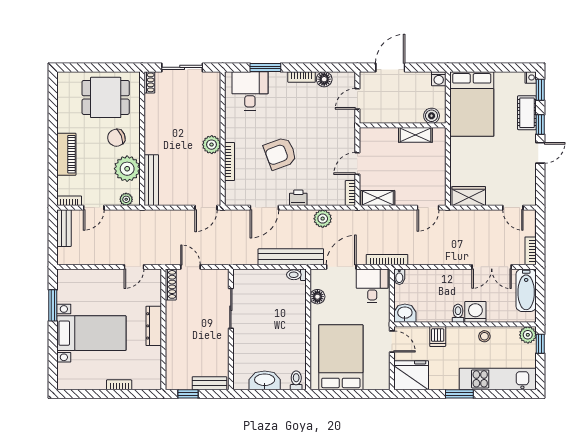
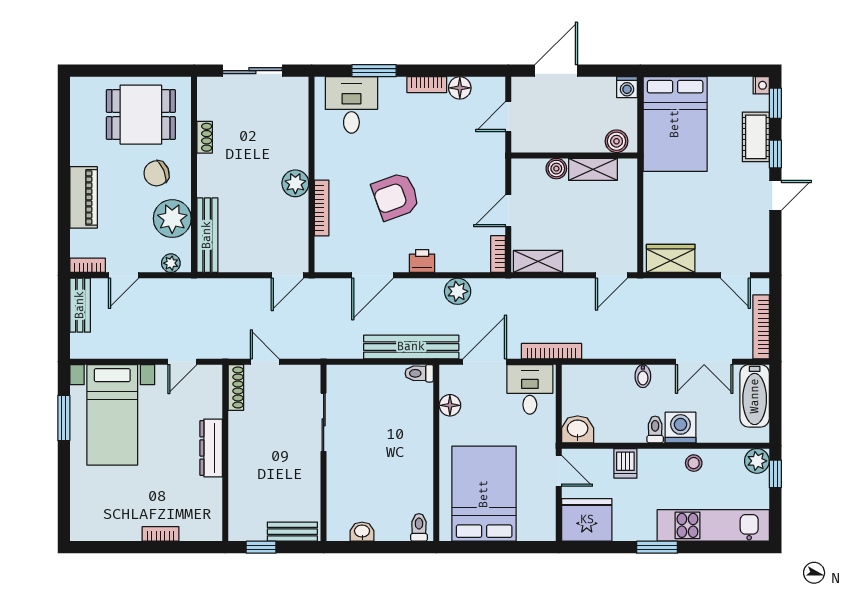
shoe rack: (149, 82) -> (205, 137), moved
boiler: (390, 134) -> (556, 169), added
bookcase: (531, 251) -> (761, 327), width x1.56
bidet: (399, 277) -> (643, 376), moved
bed with nightstands: (91, 333) -> (112, 415), moved, turned 90
washbasin: (265, 380) -> (362, 532), width x0.52, depth x0.69

